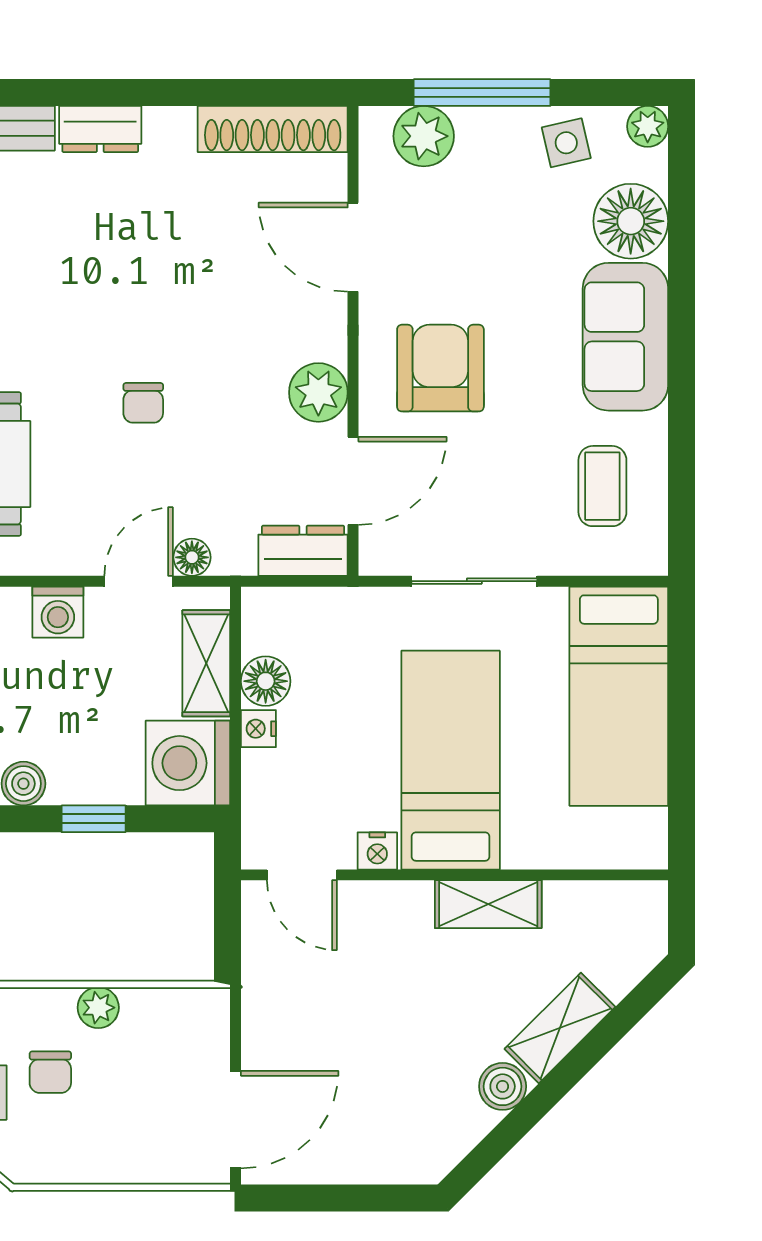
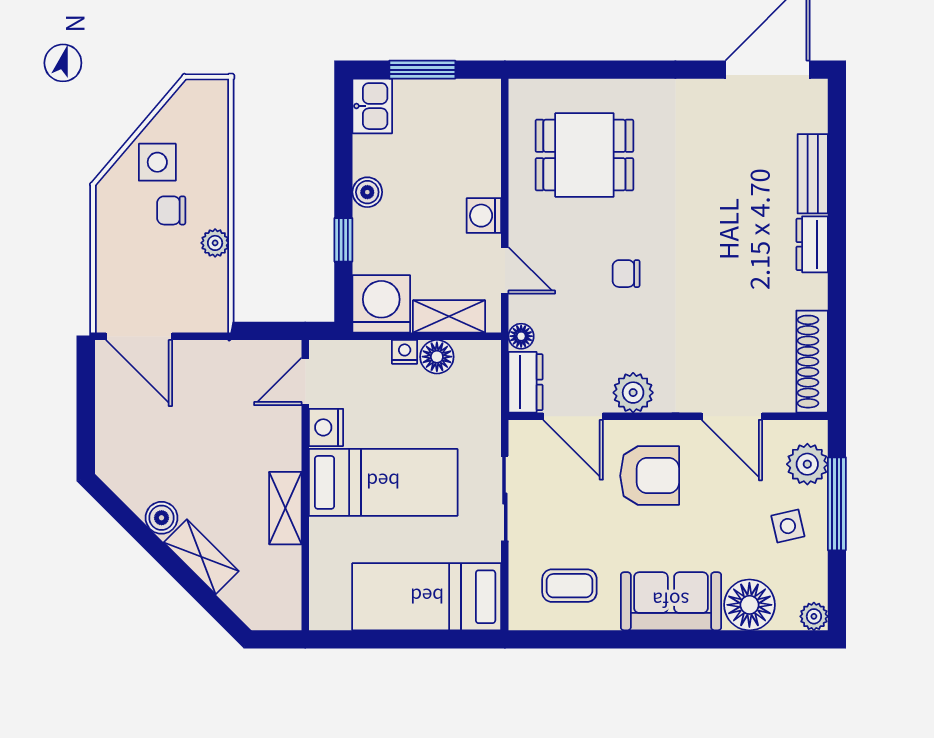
side table: (566, 143) -> (788, 526), moved
door: (353, 247) -> (732, 416), swing flipped
floor lamp: (192, 557) -> (521, 336), moved
nightstand: (377, 851) -> (326, 427), width x1.39, depth x1.35

